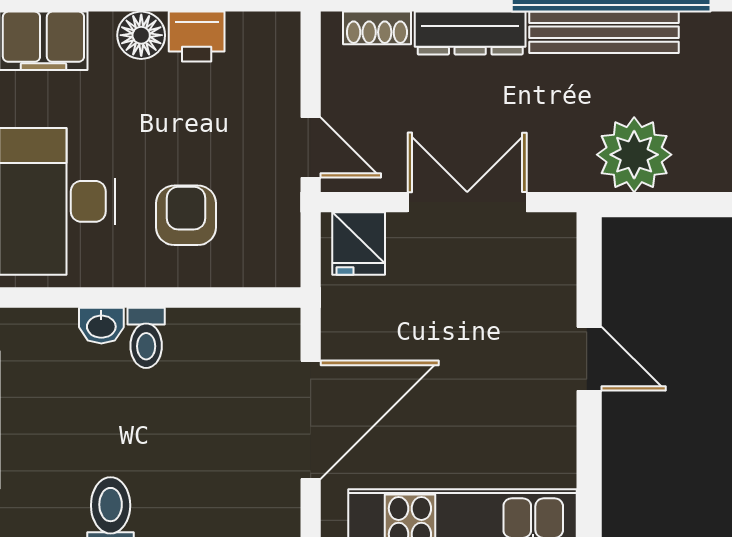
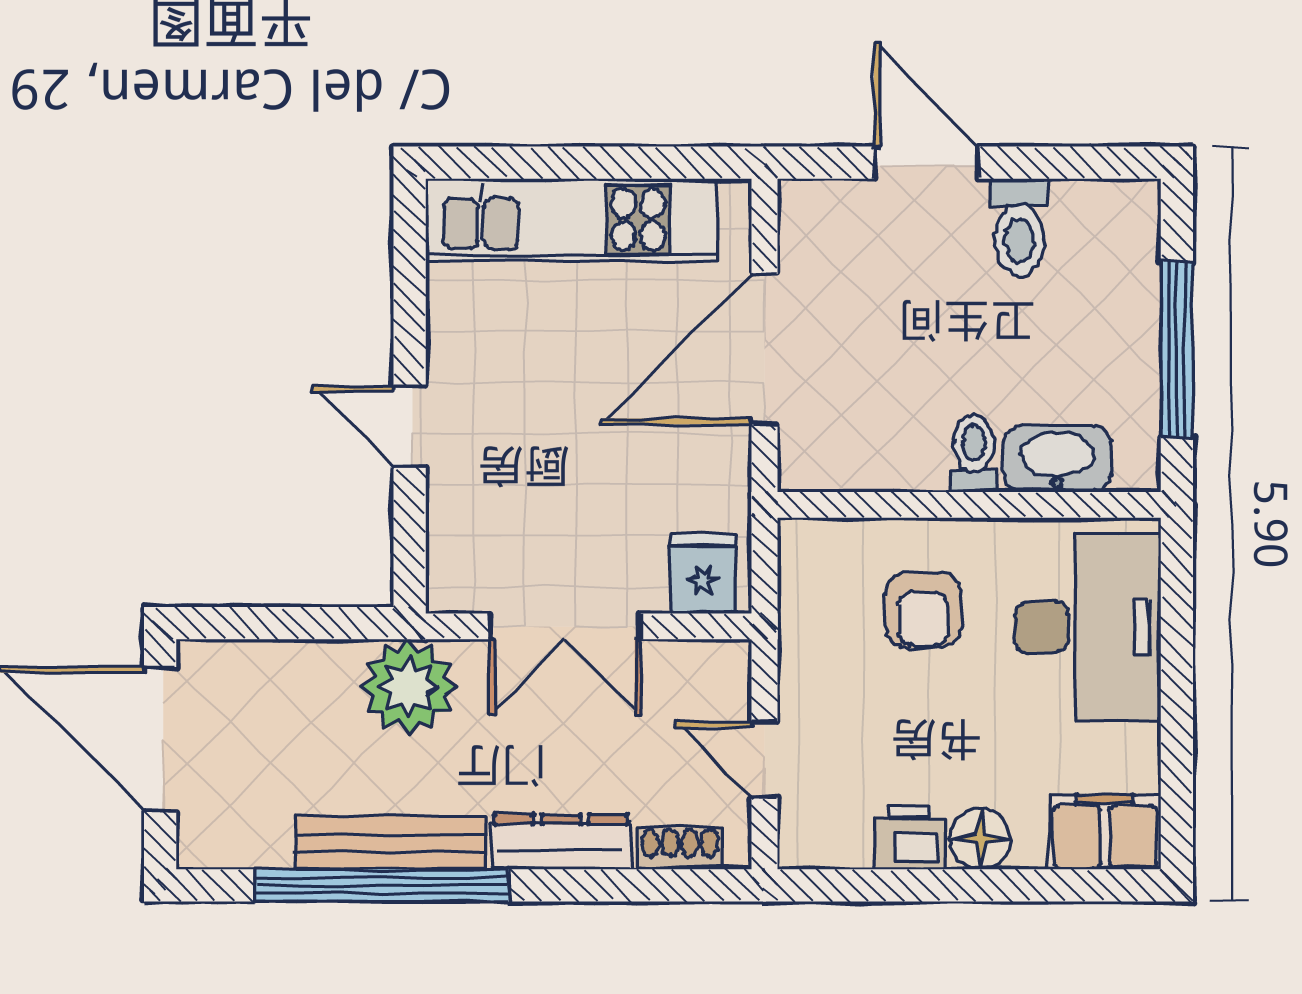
door: (311, 147) -> (764, 759), moved
plant: (634, 155) -> (409, 687), moved
washbasin: (101, 326) -> (1057, 459), width x1.91, depth x1.45

